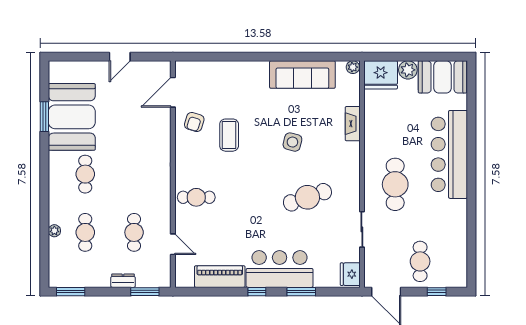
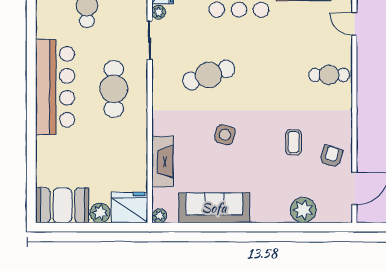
plant: (220, 72) -> (303, 210), added
fireplace: (353, 124) -> (162, 162), width x1.37, depth x1.32
coffee table: (229, 135) -> (294, 142), width x0.73, depth x0.77
bar counter: (449, 154) -> (55, 87), moved
plant: (354, 255) -> (159, 12), added

